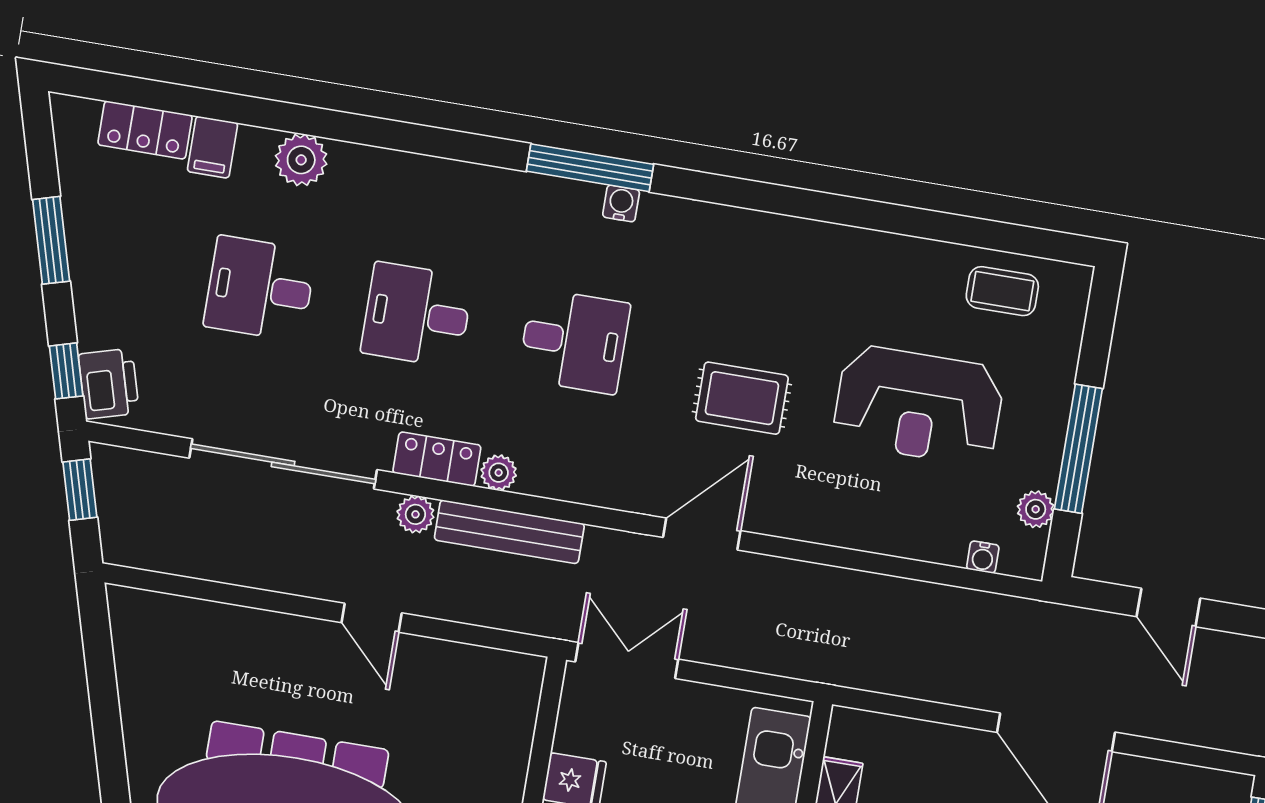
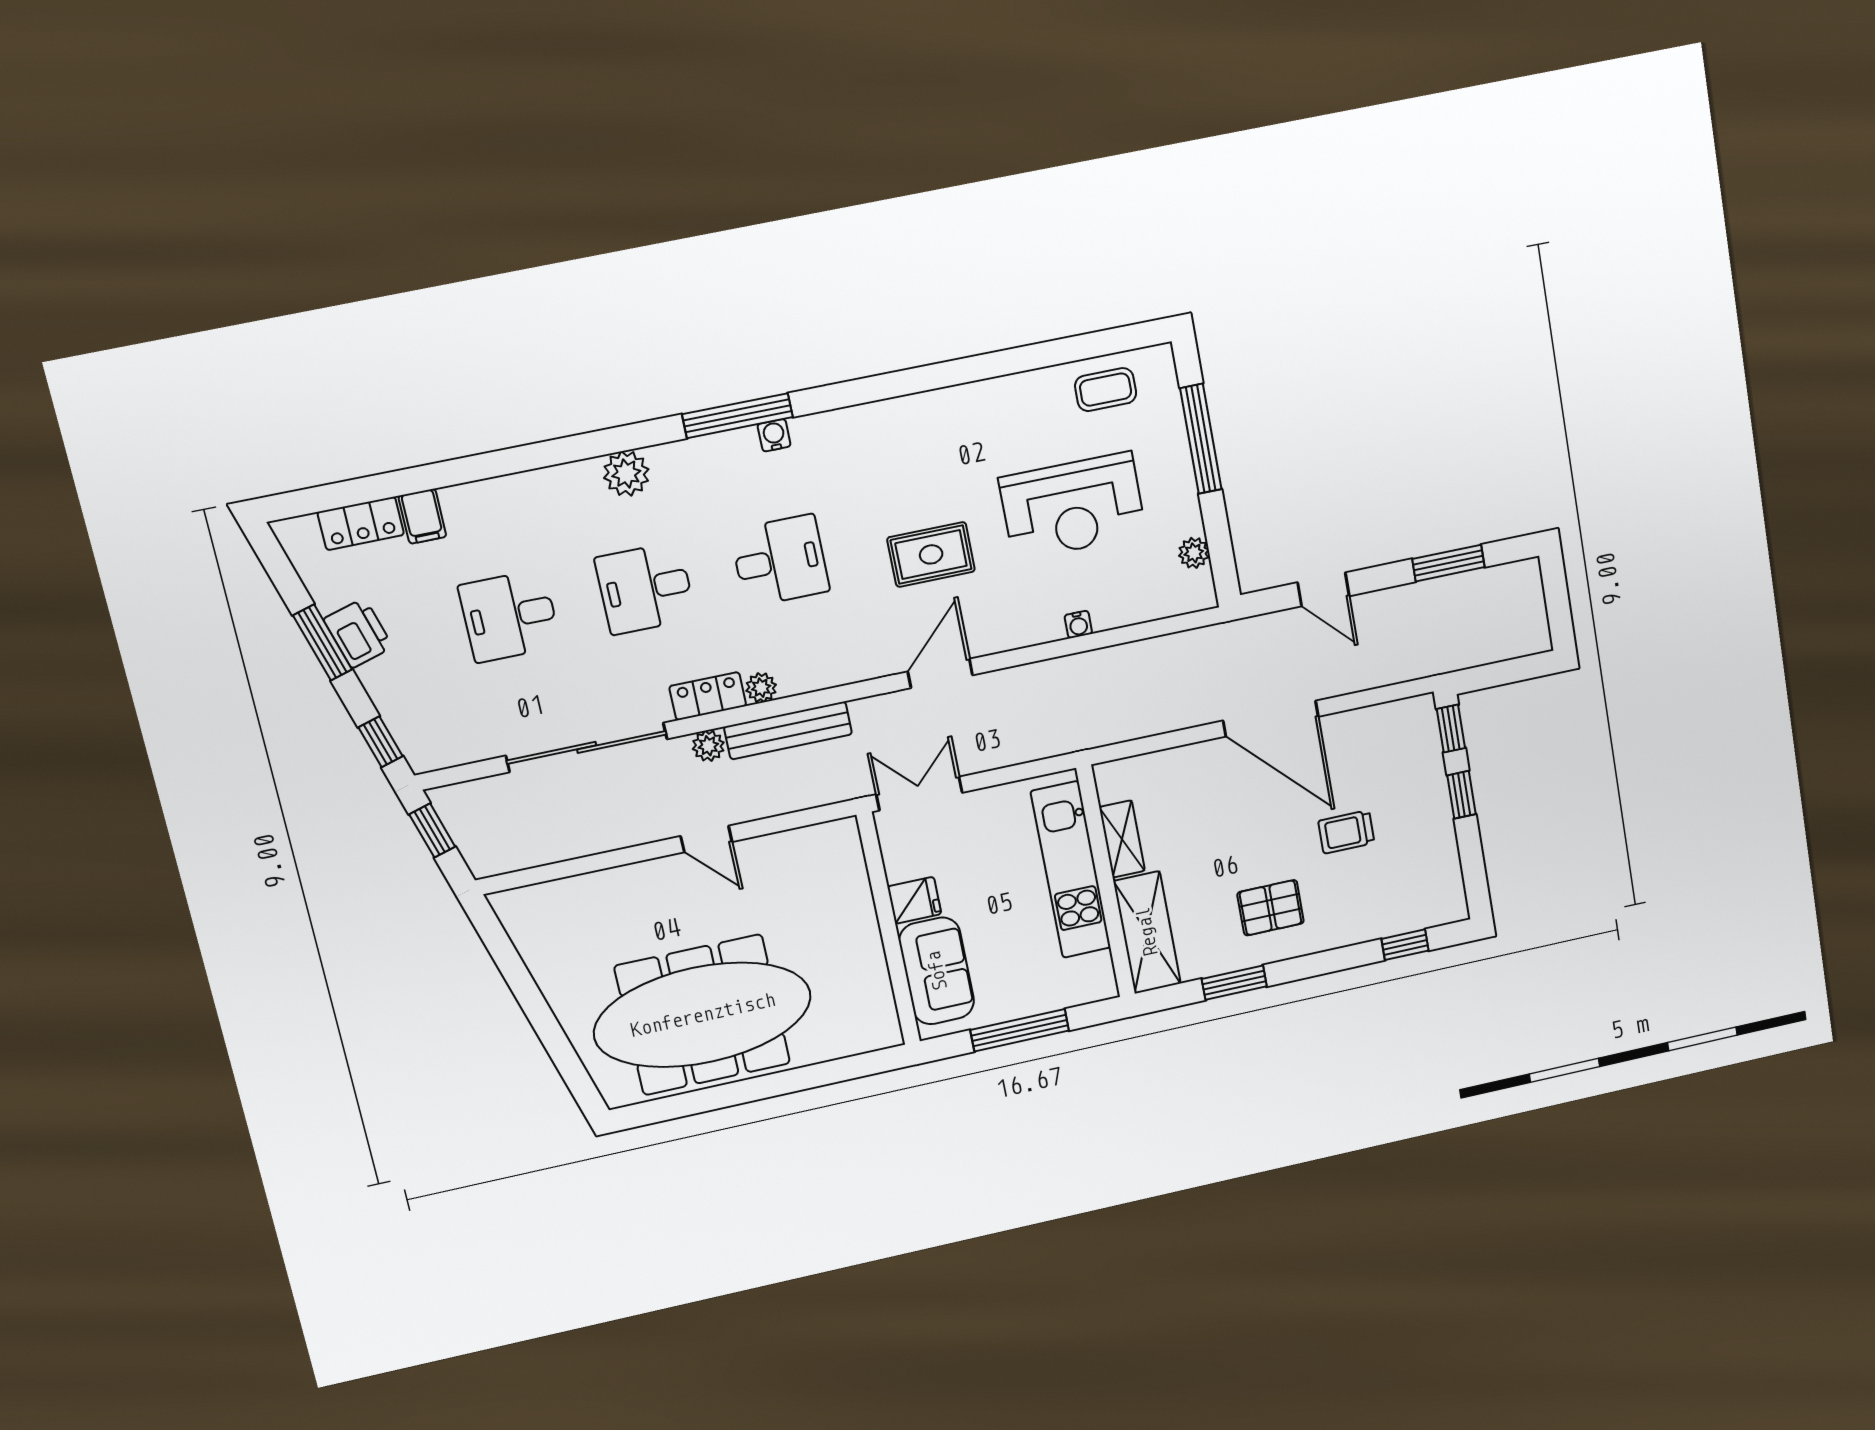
plant: (301, 160) -> (626, 474), moved
printer: (109, 384) -> (358, 633), moved
window: (1078, 449) -> (1201, 439), moved
water cooler: (983, 557) -> (1078, 624), moved

